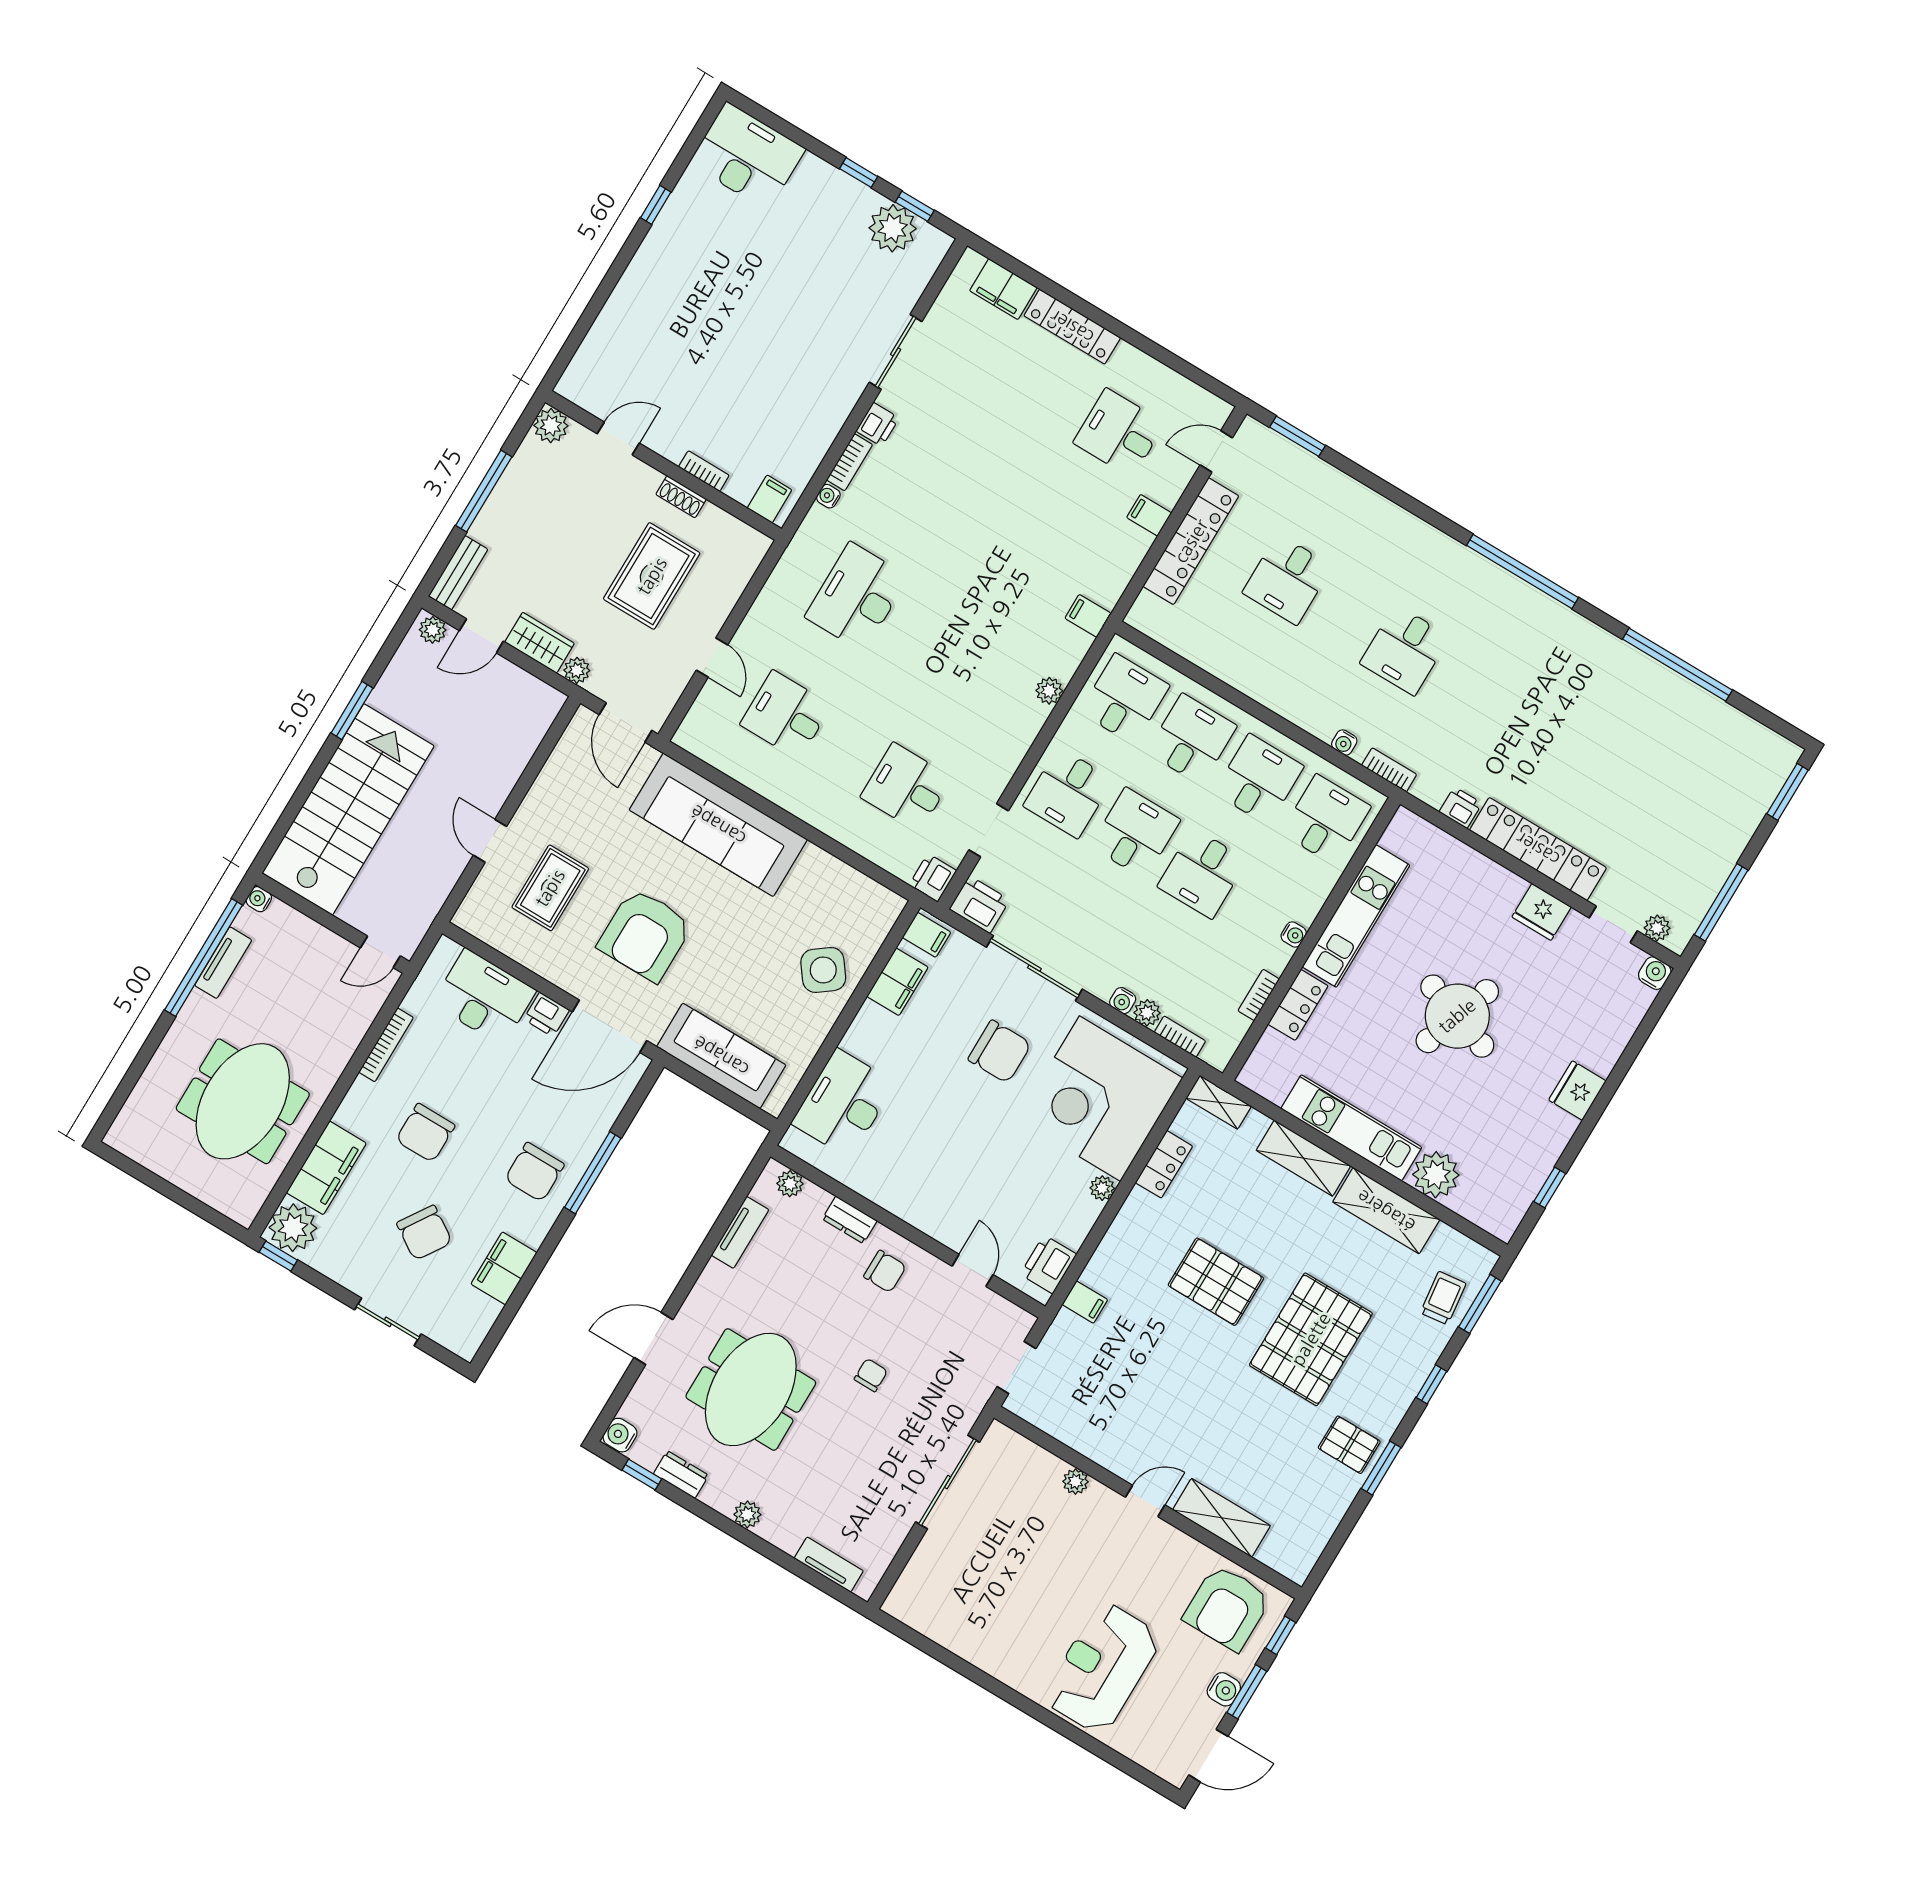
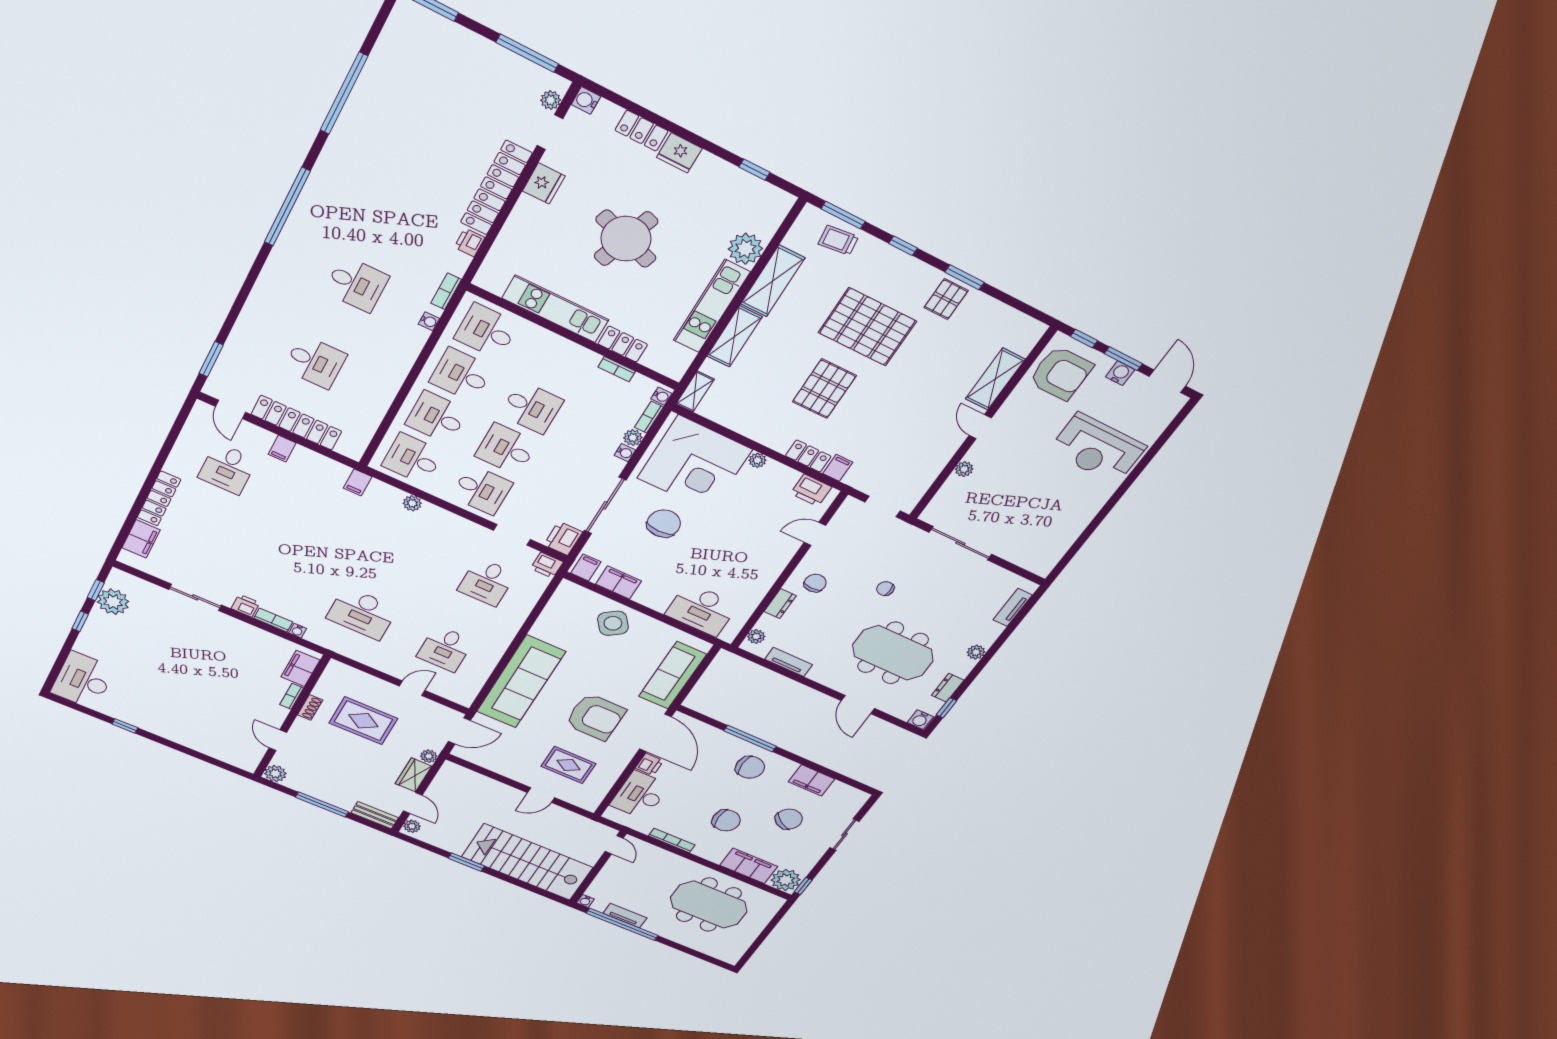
filing cabinet: (769, 499) -> (300, 668), width x2.00
water cooler: (1294, 935) -> (661, 396), moved, turned 90
locker: (1610, 1043) -> (642, 131), added
locker: (1164, 1164) -> (808, 456), moved

